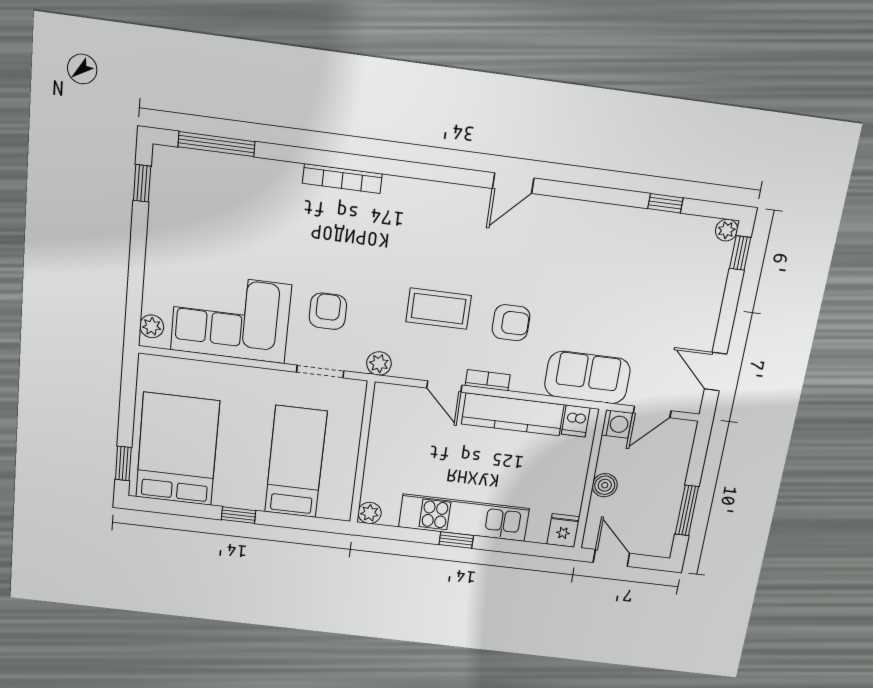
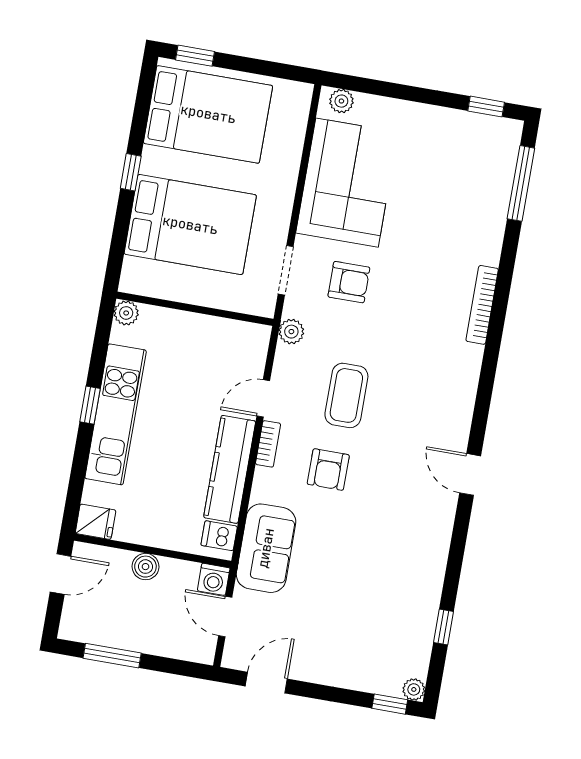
bed: (296, 462) -> (190, 225), width x1.50

